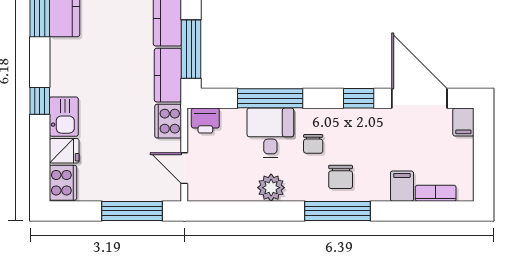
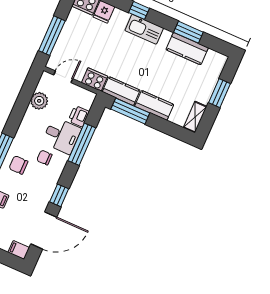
kitchen sink: (64, 117) -> (144, 29), moved, width x1.38
printer: (205, 121) -> (79, 116), moved
plant: (271, 188) -> (39, 101), moved

